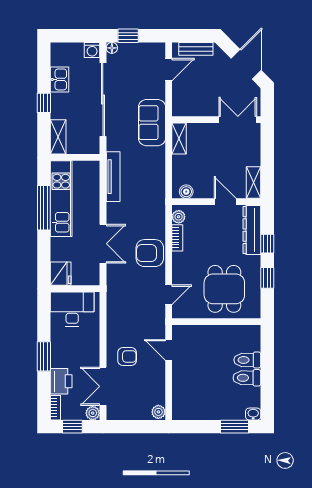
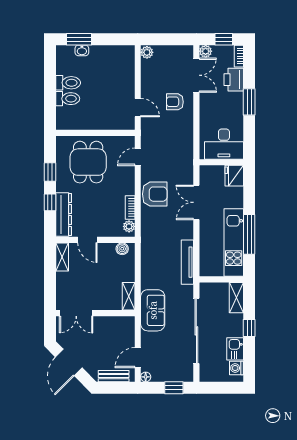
floor lamp: (112, 48) -> (146, 377), moved
washing machine: (92, 50) -> (236, 368), moved, turned -90
washbasin: (253, 414) -> (82, 50), moved

